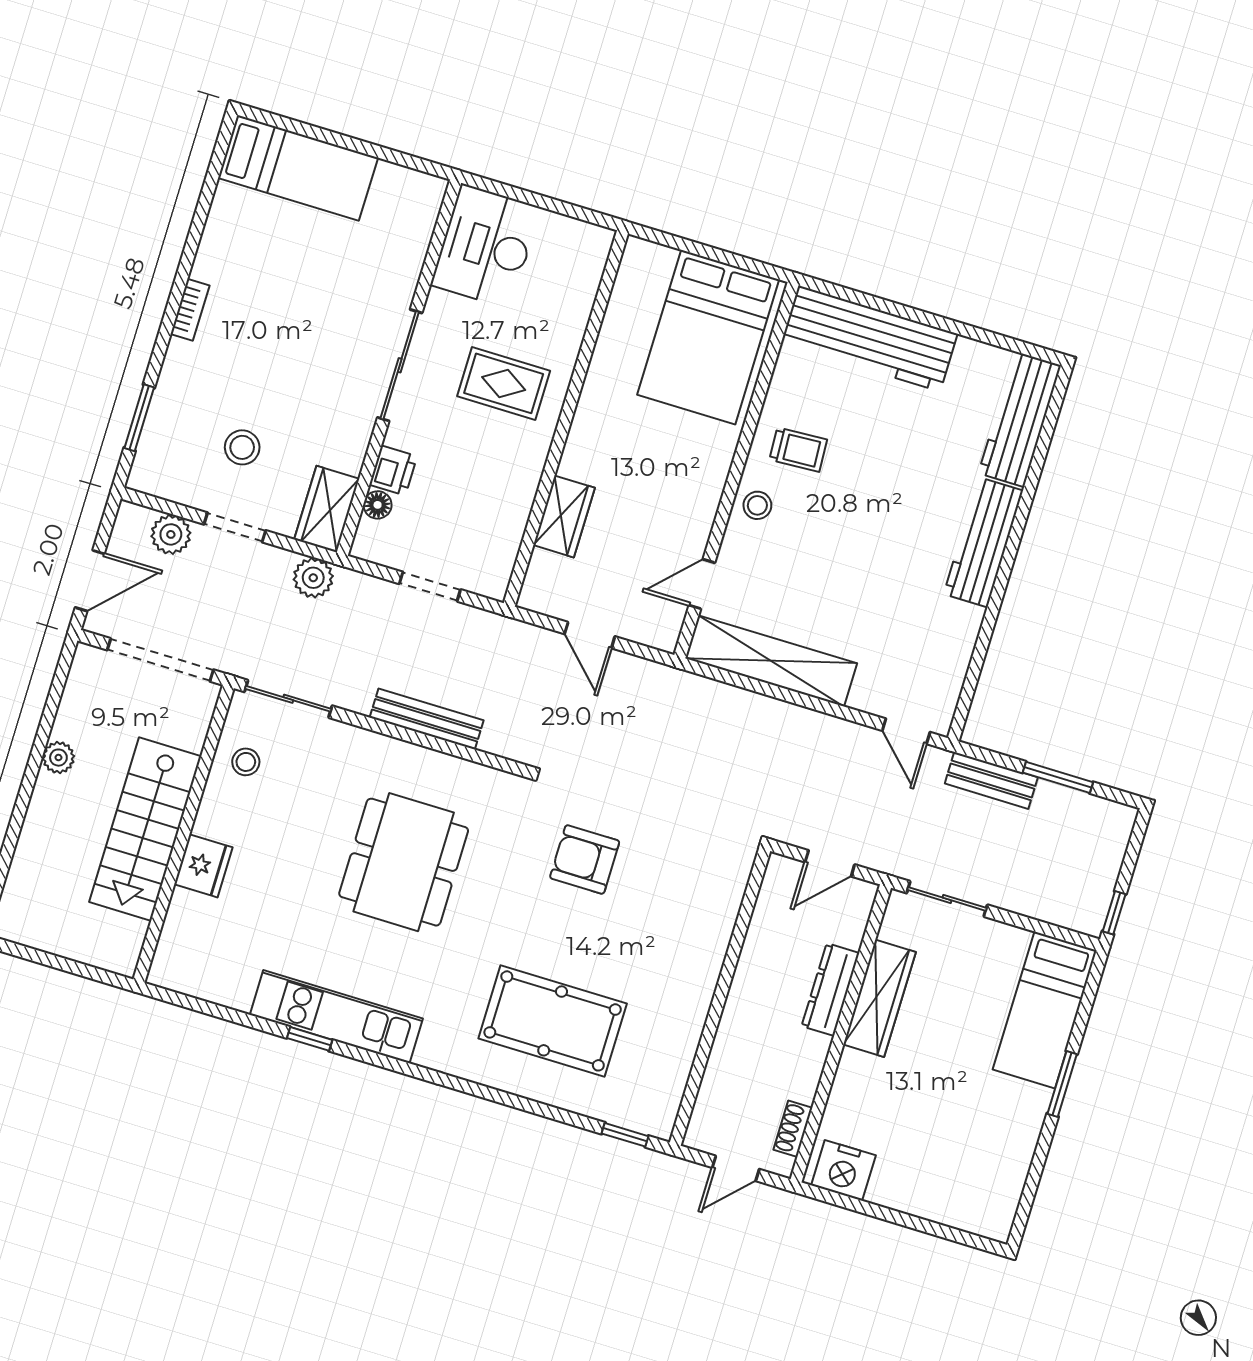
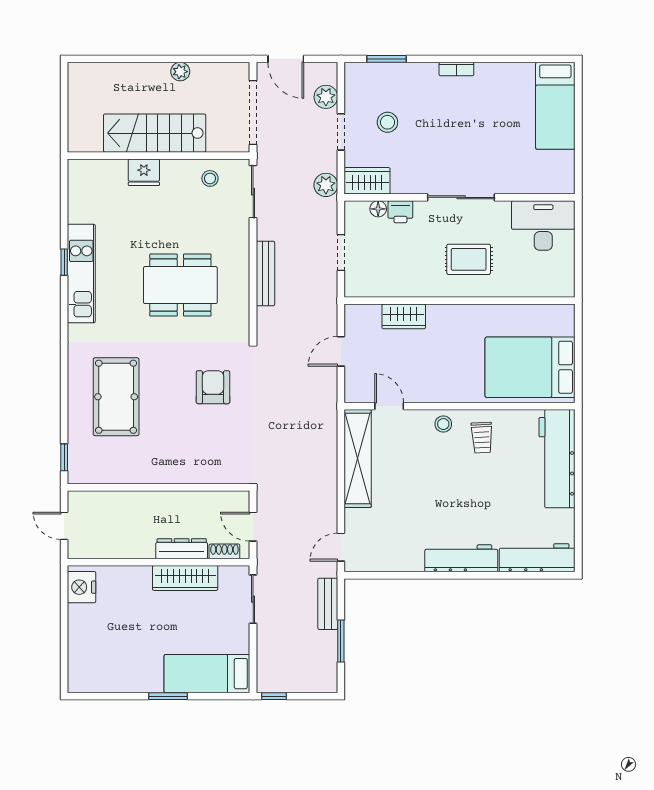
rug: (504, 383) -> (469, 259), turned 90
shoe rack: (793, 1129) -> (224, 551), moved

